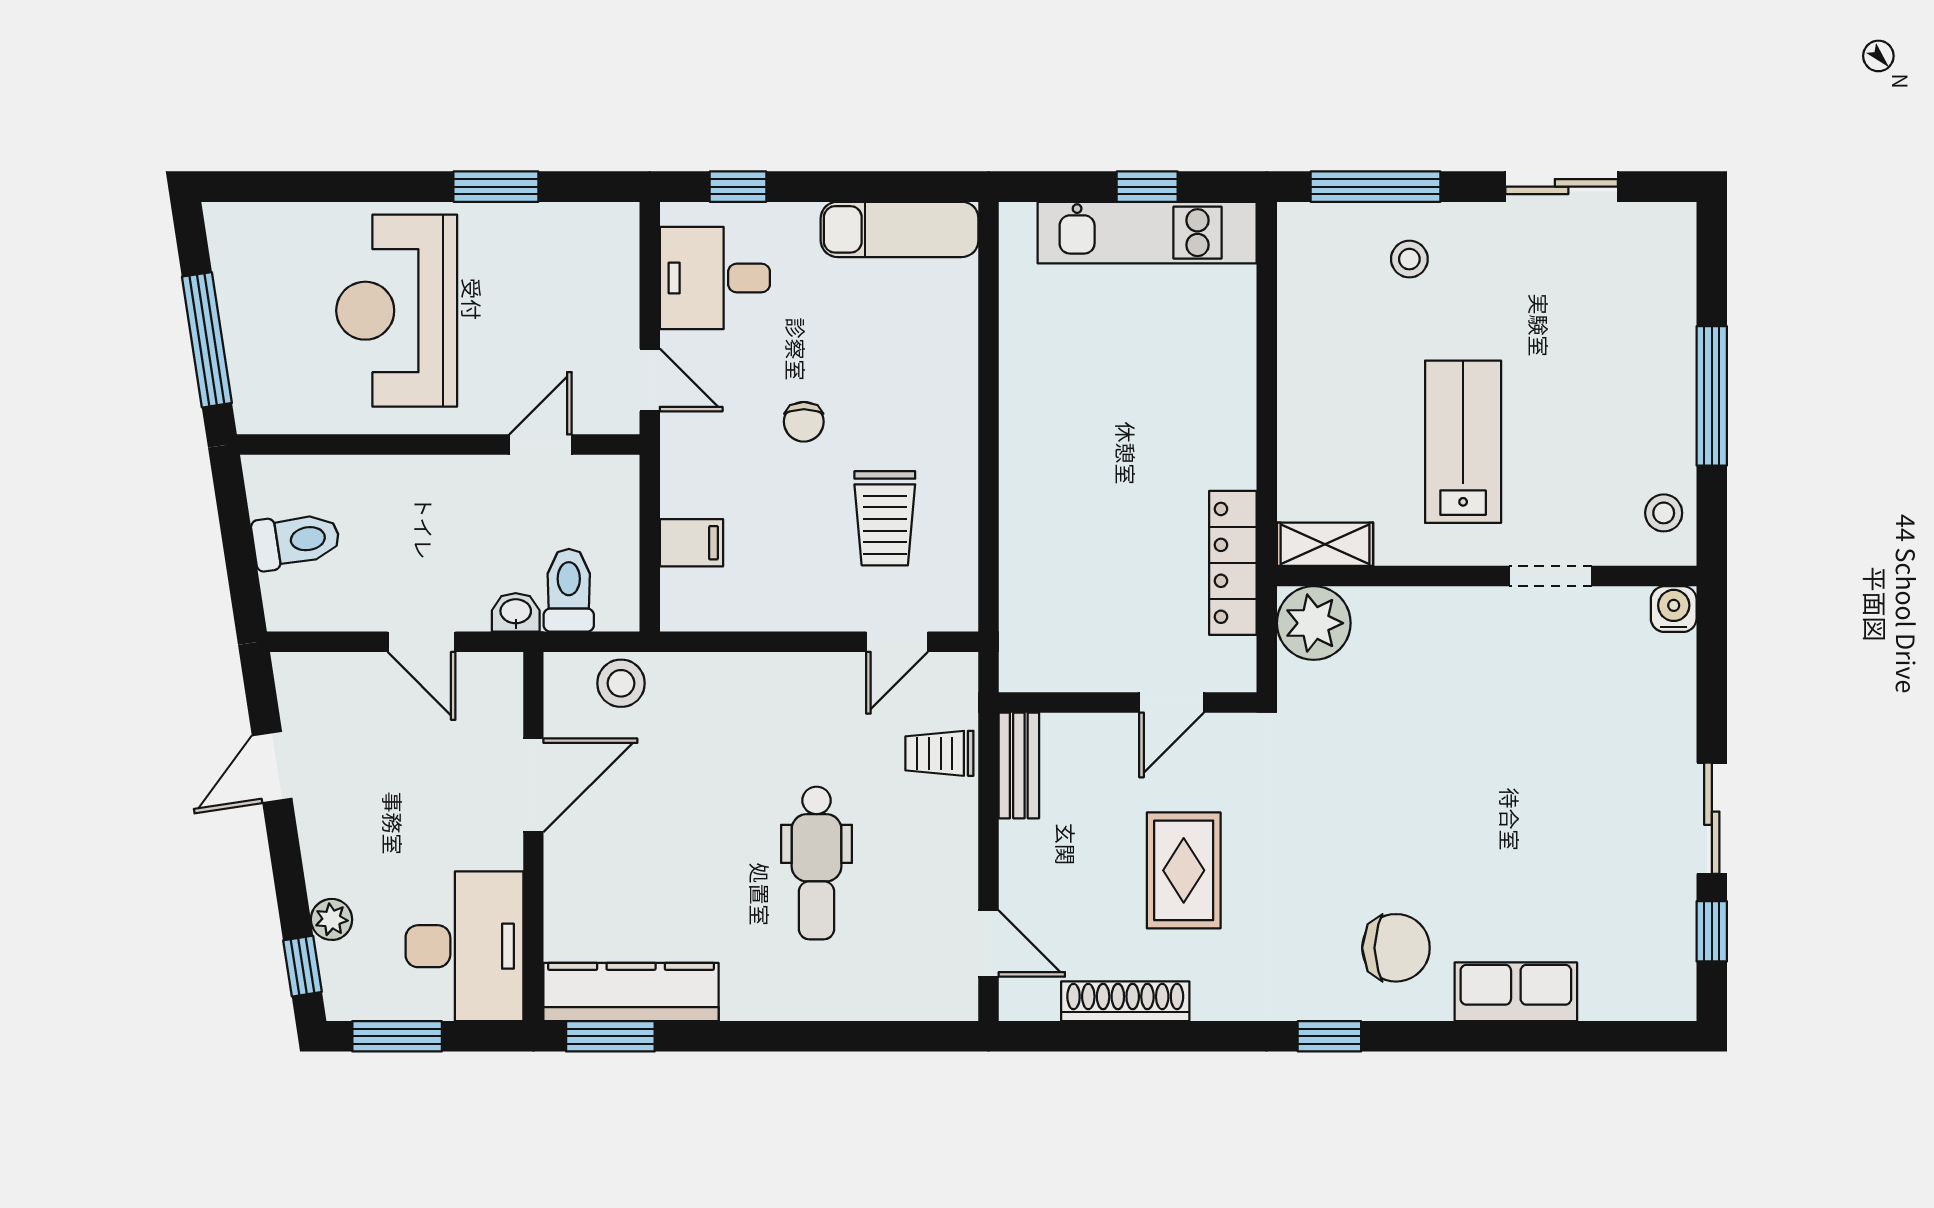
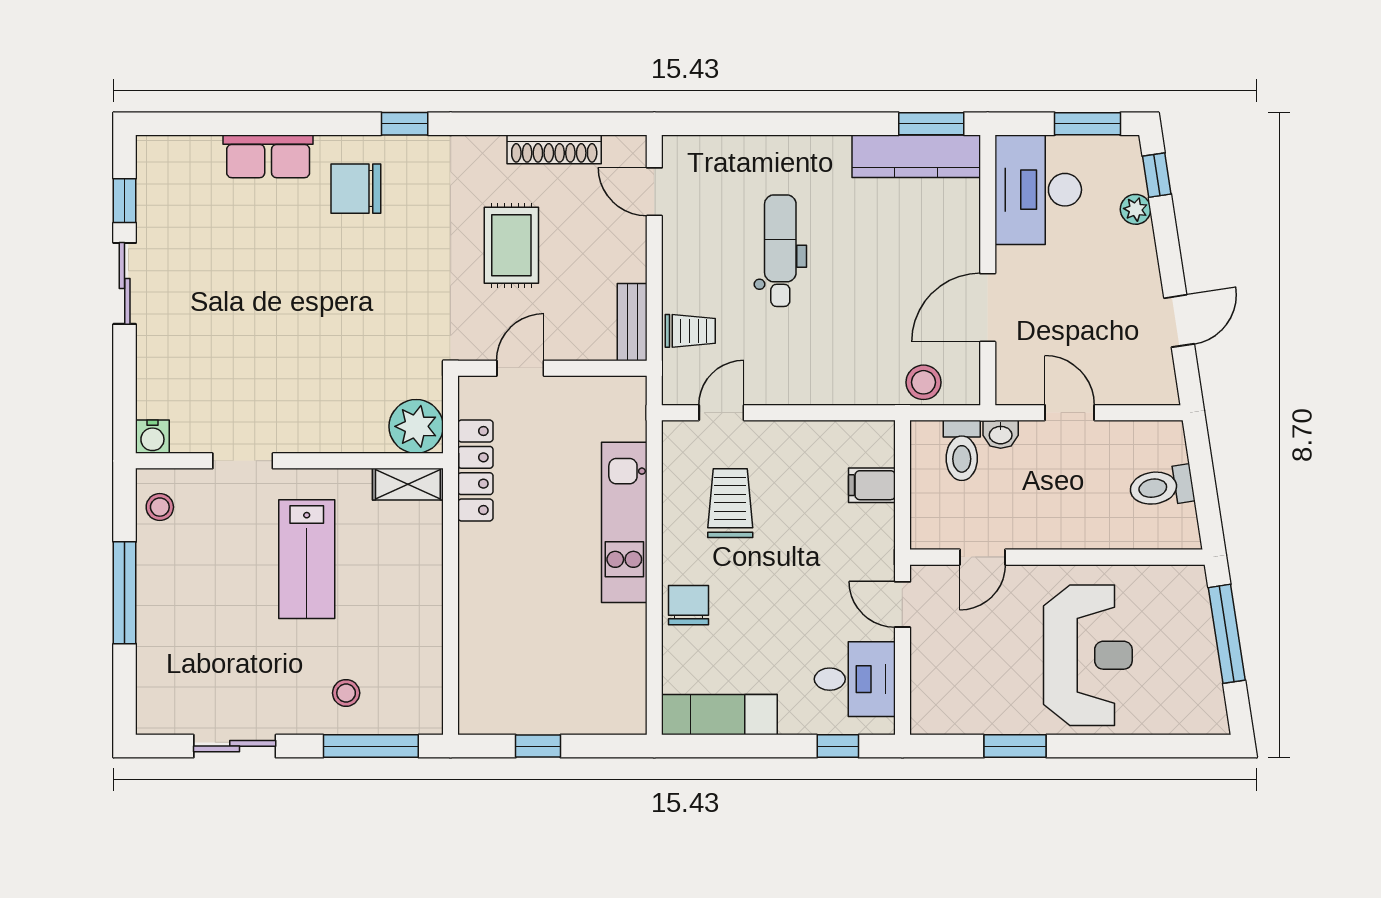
kitchen unit: (1147, 233) -> (624, 522), moved, turned -90
chair: (804, 422) -> (688, 605), moved, width x1.37, depth x1.37

